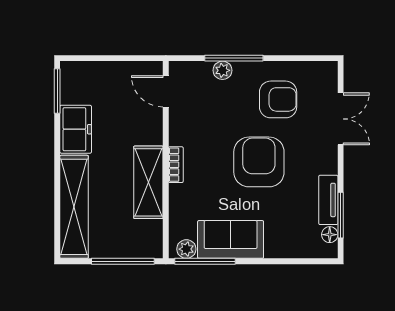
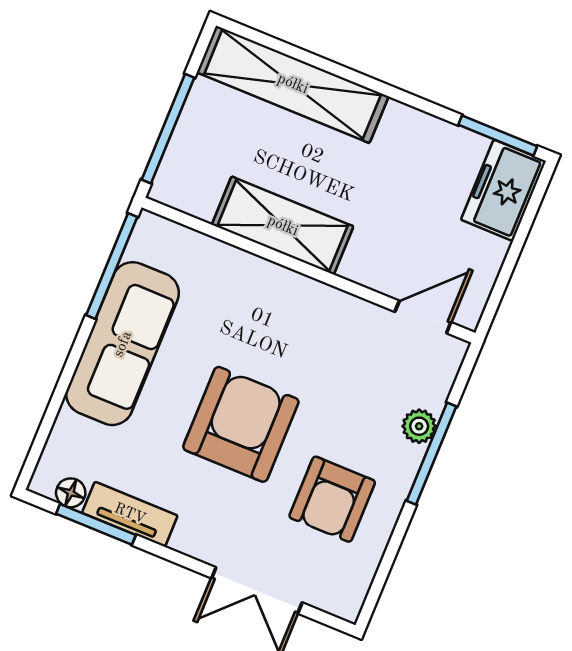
freezer: (76, 129) -> (503, 190), moved, turned 90
armchair: (259, 162) -> (241, 424), turned -90
bookcase: (176, 165) -> (293, 283), removed
sofa: (231, 239) -> (123, 344), width x1.36
plant: (186, 249) -> (145, 243), removed

